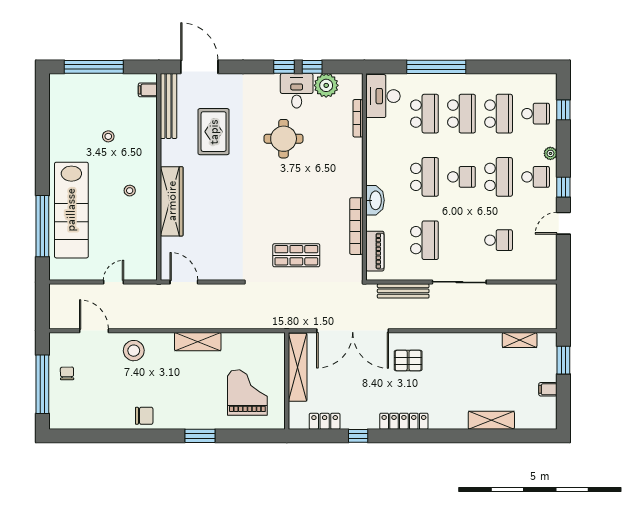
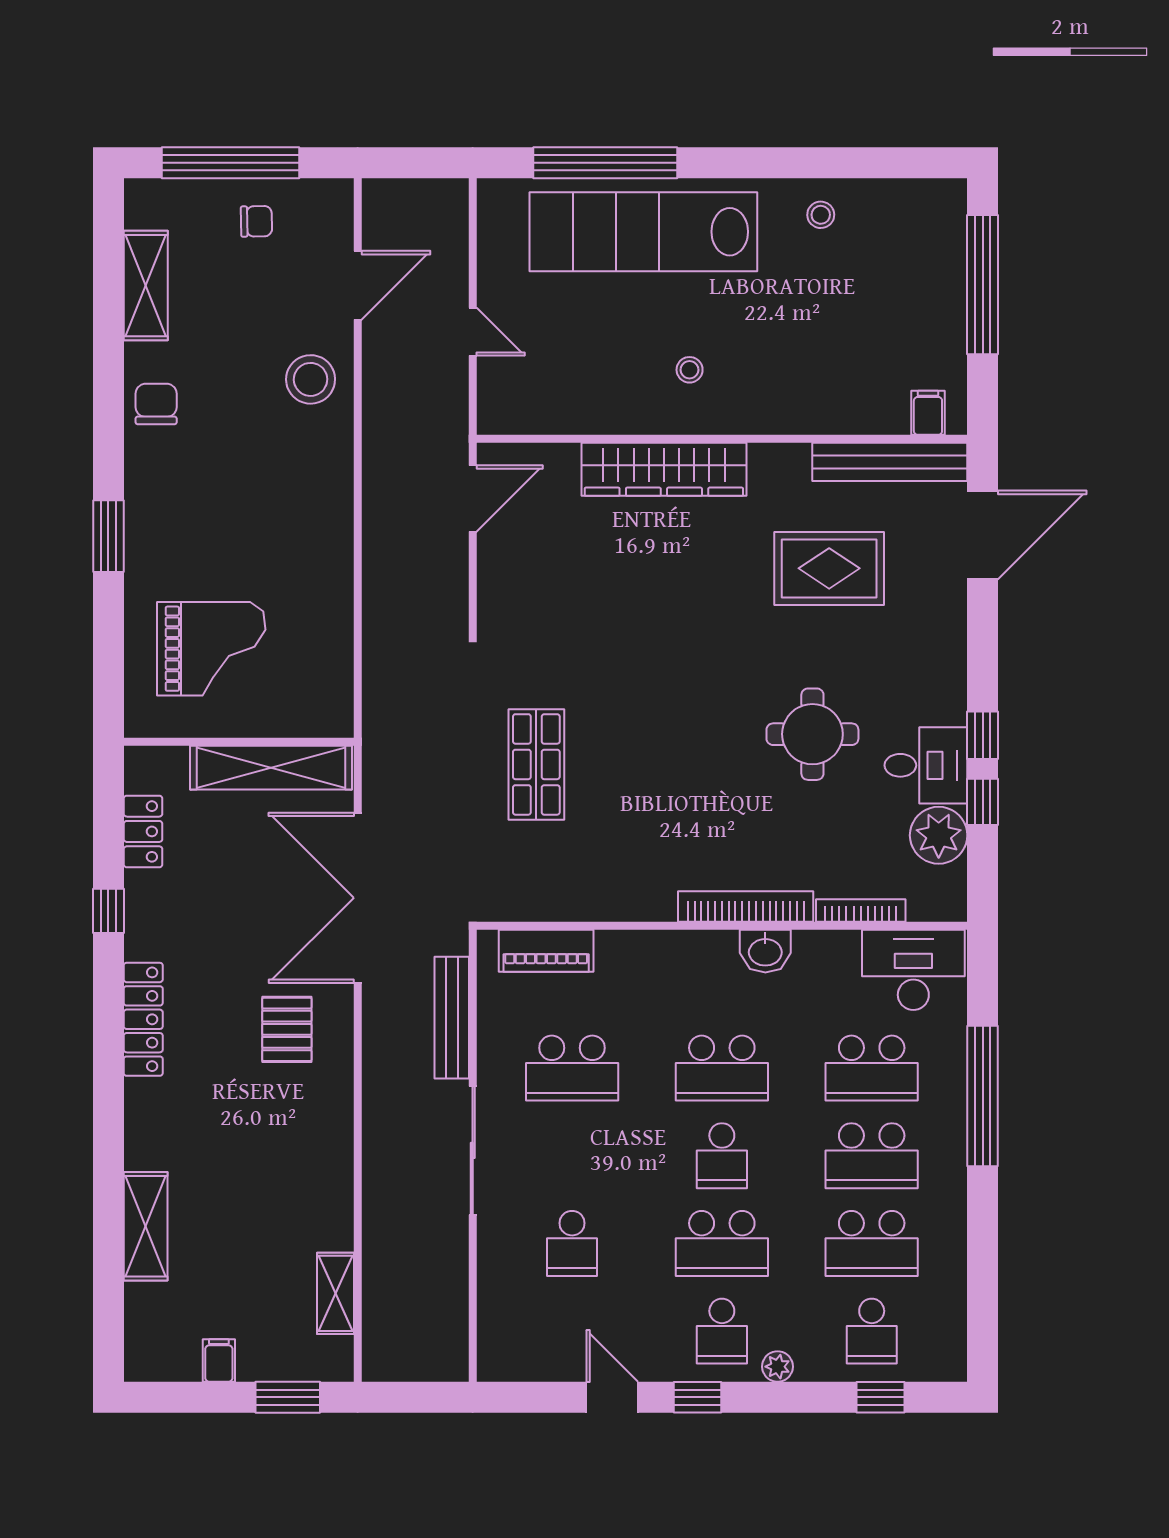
stool: (108, 136) -> (821, 215), moved
washbasin: (375, 200) -> (765, 951), moved, width x0.72
bookcase: (356, 226) -> (746, 907), moved
shelving: (198, 342) -> (146, 286), moved
chair: (144, 416) -> (156, 404), turned 180

